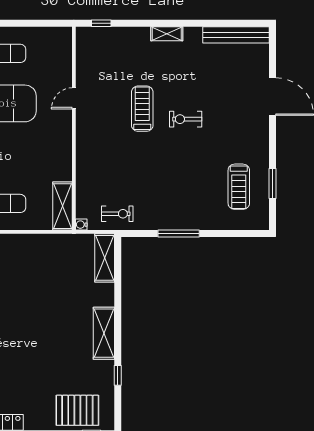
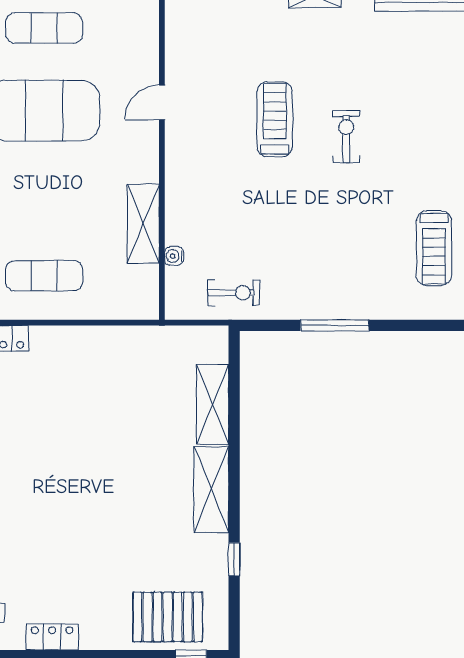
exercise bike: (186, 119) -> (346, 137), turned 90
shelving: (63, 206) -> (143, 224), moved
water cooler: (81, 225) -> (174, 256), moved
shelving: (105, 258) -> (213, 404), moved

